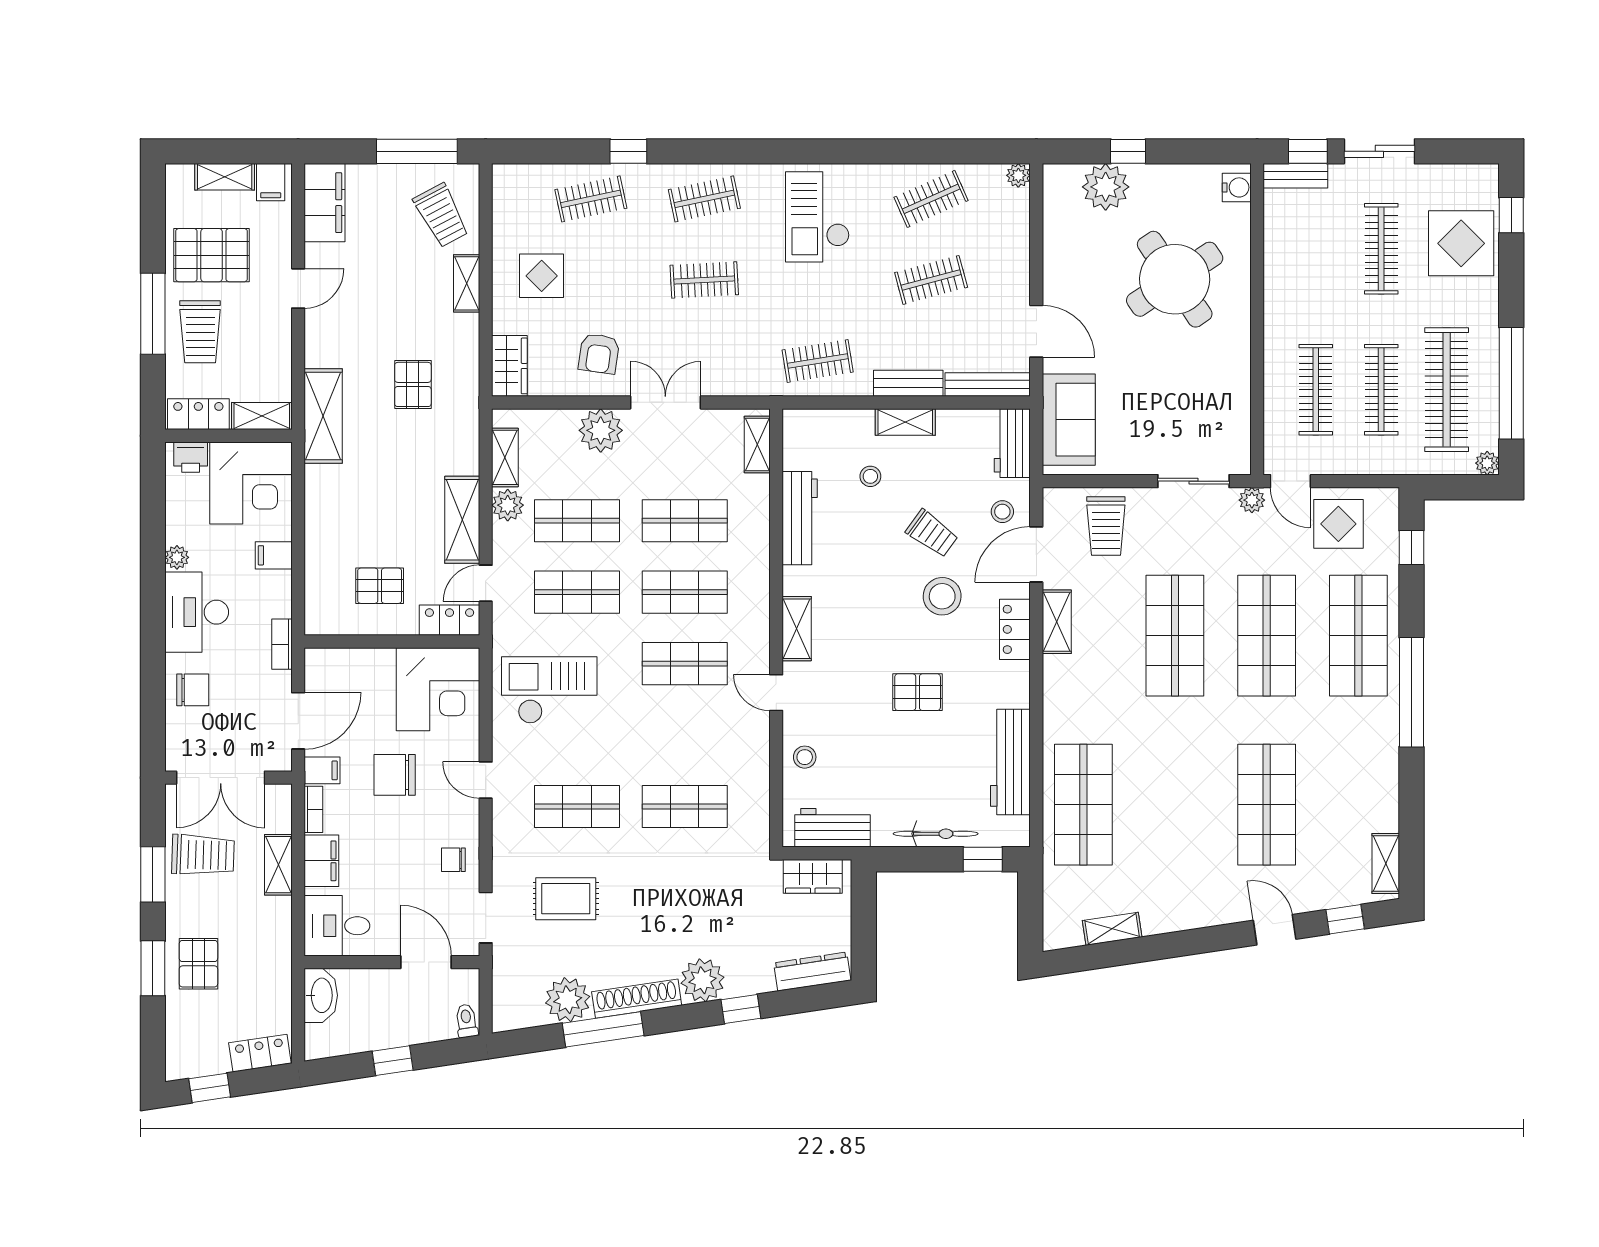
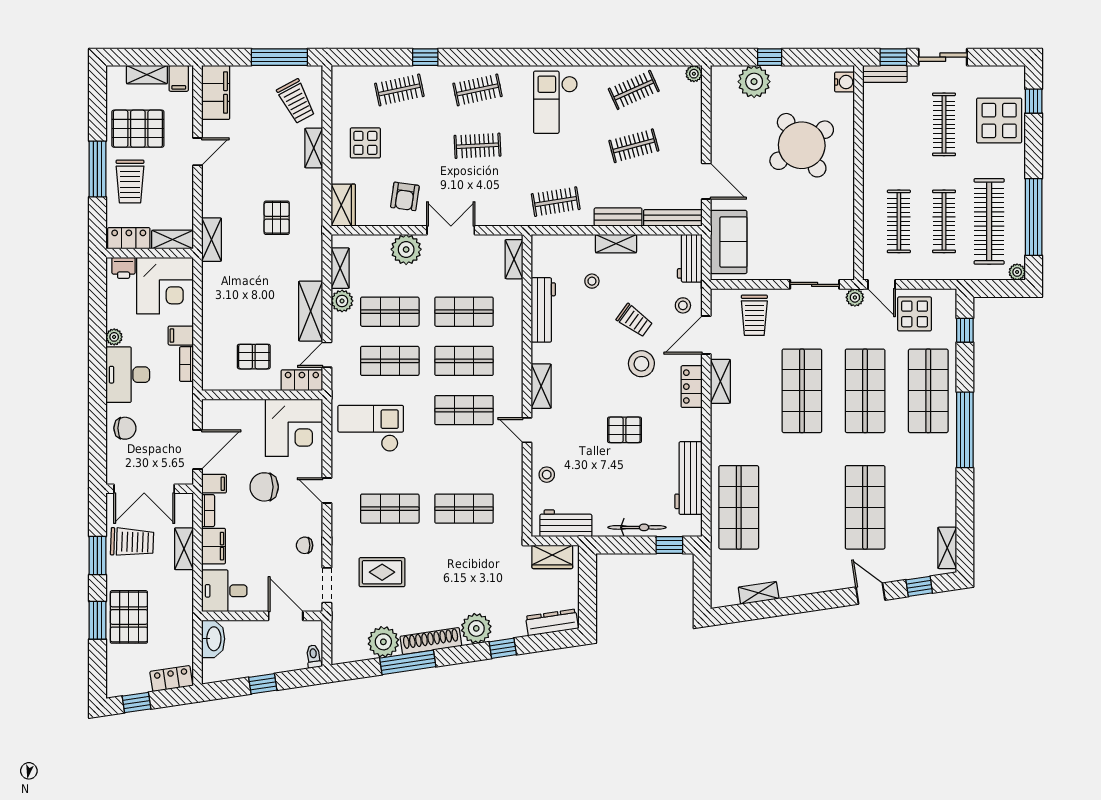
shelving: (323, 416) -> (212, 240), width x0.67, depth x0.75
bookcase: (282, 644) -> (186, 364), moved
pallet: (198, 964) -> (129, 617), width x1.50, depth x1.42

